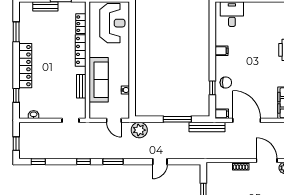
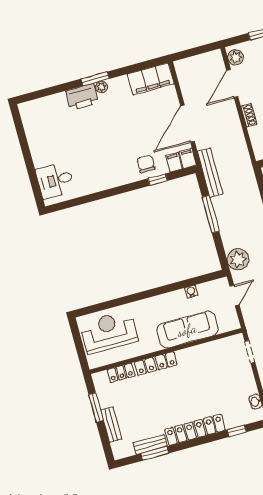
filing cabinet: (222, 51) -> (174, 162), moved
bench: (81, 86) -> (150, 444), moved

